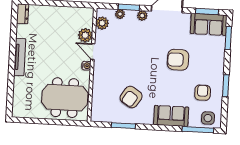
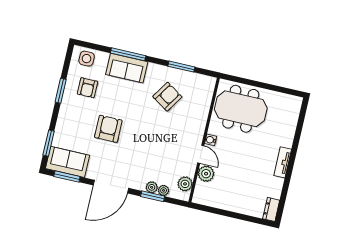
plant: (142, 16) -> (152, 187), moved
tv unit: (20, 57) -> (283, 162), width x0.71
armchair: (178, 60) -> (108, 129), turned -90
window: (198, 130) -> (128, 54), moved

